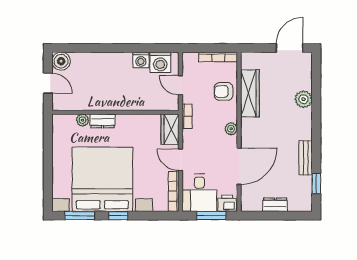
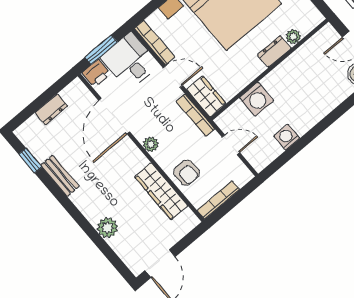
washing machine: (160, 62) -> (256, 99), moved, turned 180
armchair: (224, 91) -> (187, 173), turned 90
bookcase: (187, 116) -> (195, 115), width x1.56

